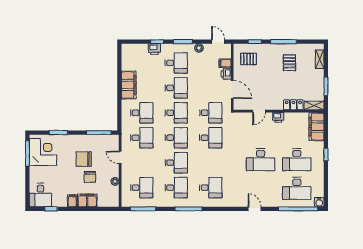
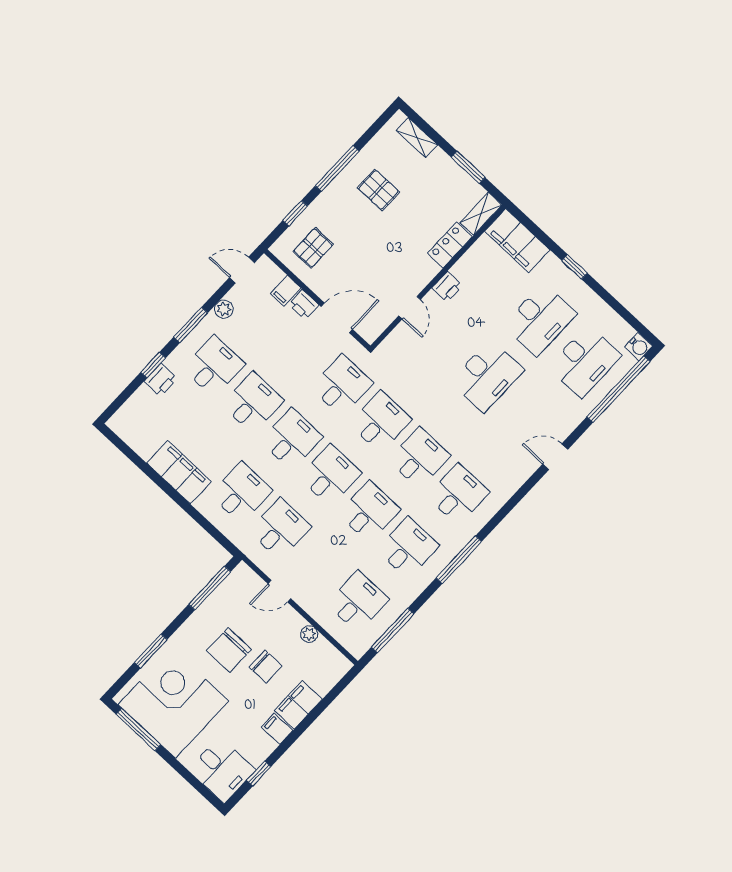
corner desk: (43, 152) -> (173, 703), width x1.36, depth x1.36
desk: (211, 163) -> (419, 458), added

